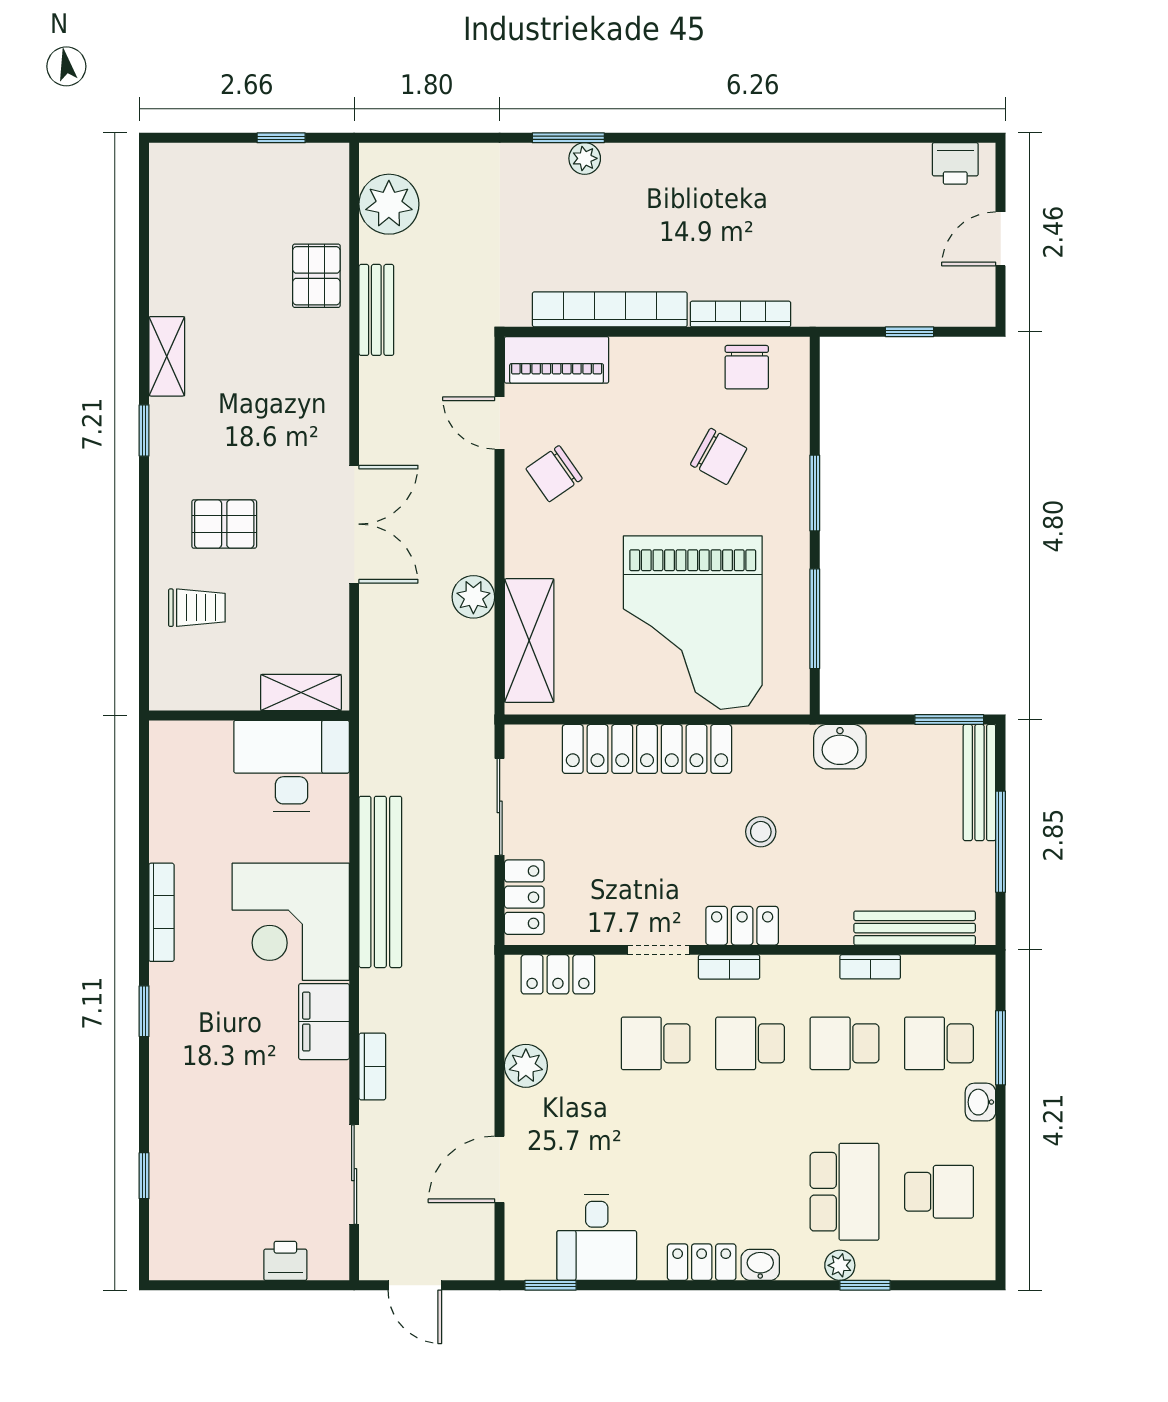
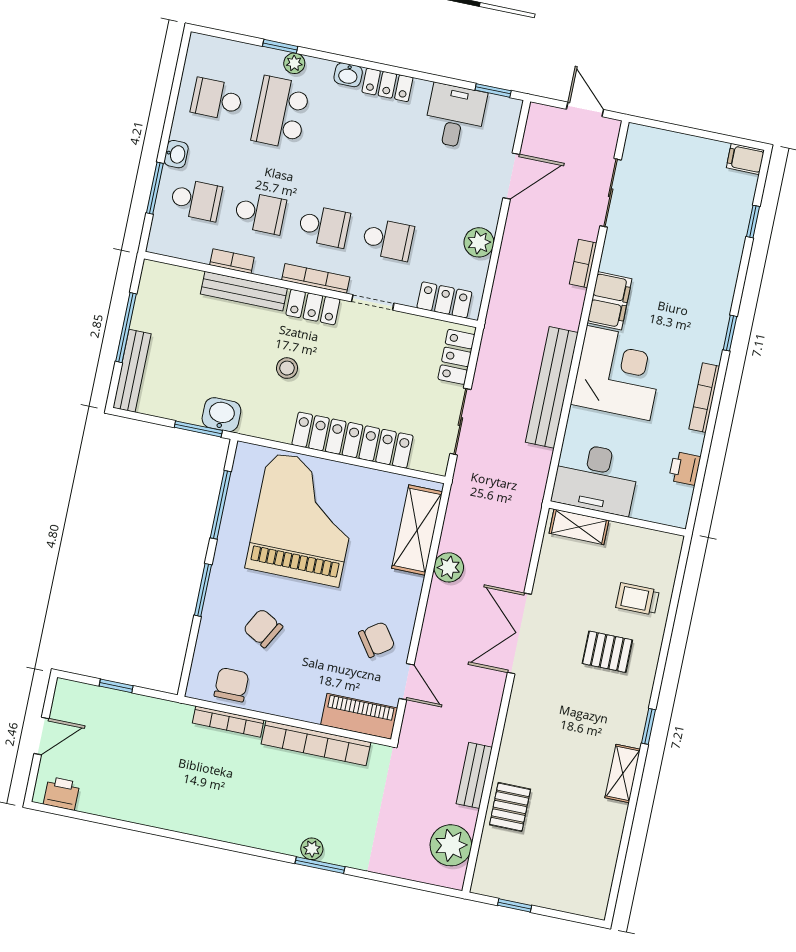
window: (949, 720) -> (198, 429), moved
bench: (915, 928) -> (244, 291), moved
bookcase: (729, 967) -> (316, 278), width x1.56
printer: (285, 1261) -> (685, 468), moved, turned 90
filing cabinet: (173, 1262) -> (745, 159), added

